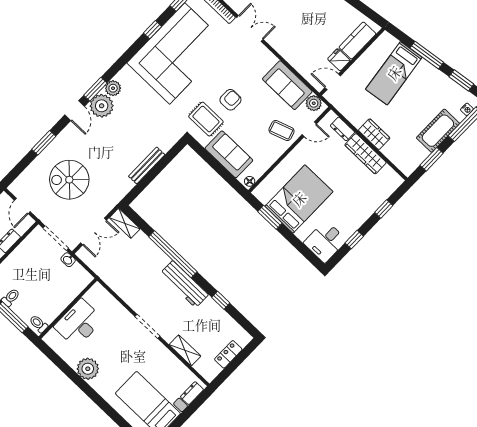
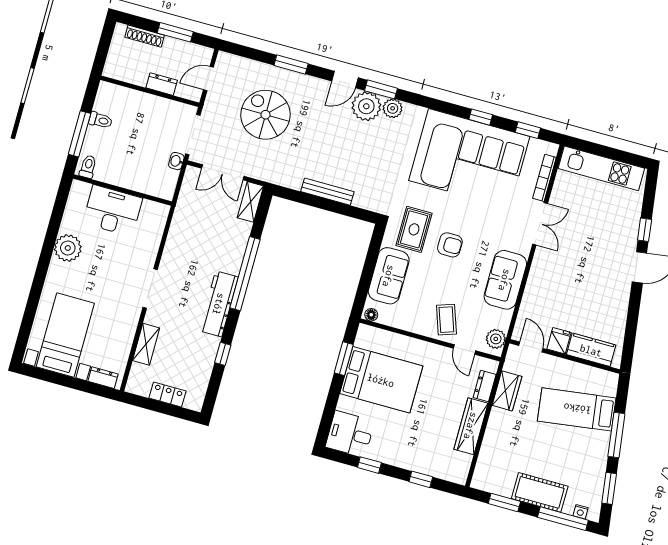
sofa: (287, 85) -> (505, 280), moved
wardrobe: (374, 134) -> (507, 391), moved

